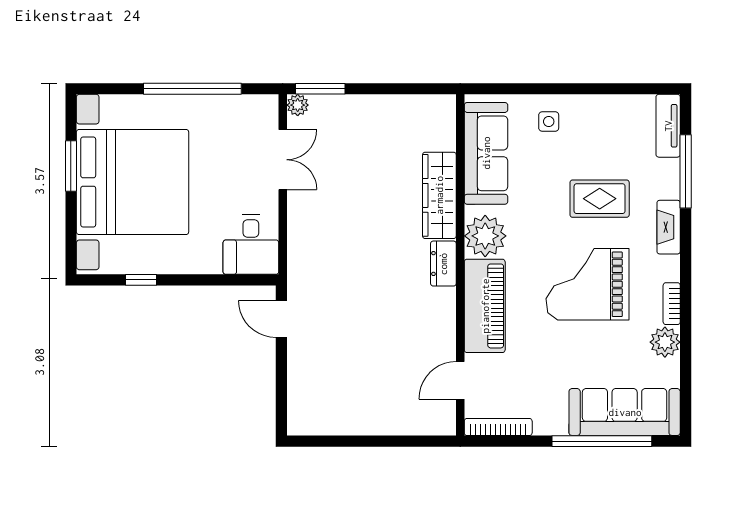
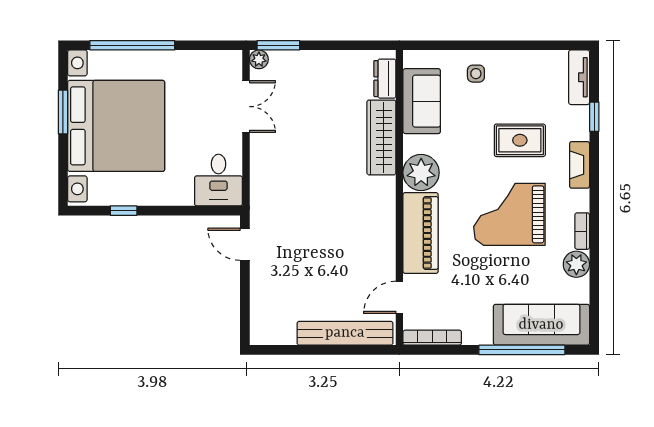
window: (192, 89) -> (132, 45), moved
sofa: (486, 153) -> (422, 101), width x0.73
window: (686, 171) -> (594, 117), width x0.46
dresser: (443, 264) -> (385, 79), moved
bench: (397, 422) -> (345, 333), added

